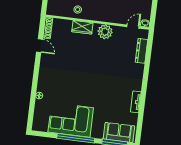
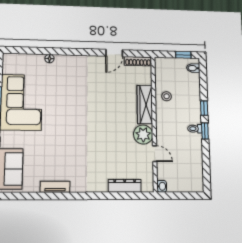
wardrobe: (82, 27) -> (145, 105), width x1.50
door: (133, 27) -> (155, 154), moved

